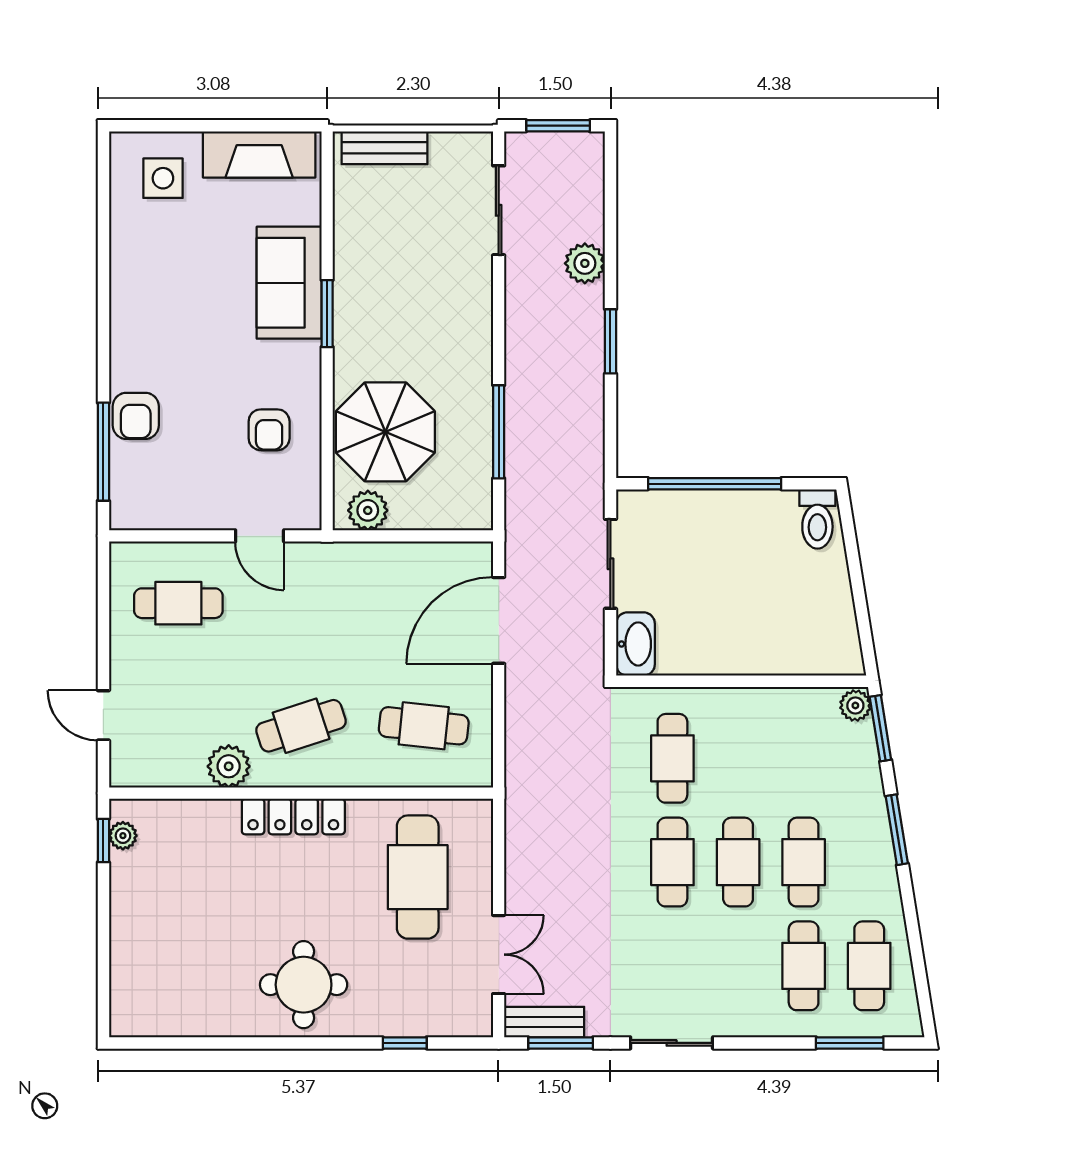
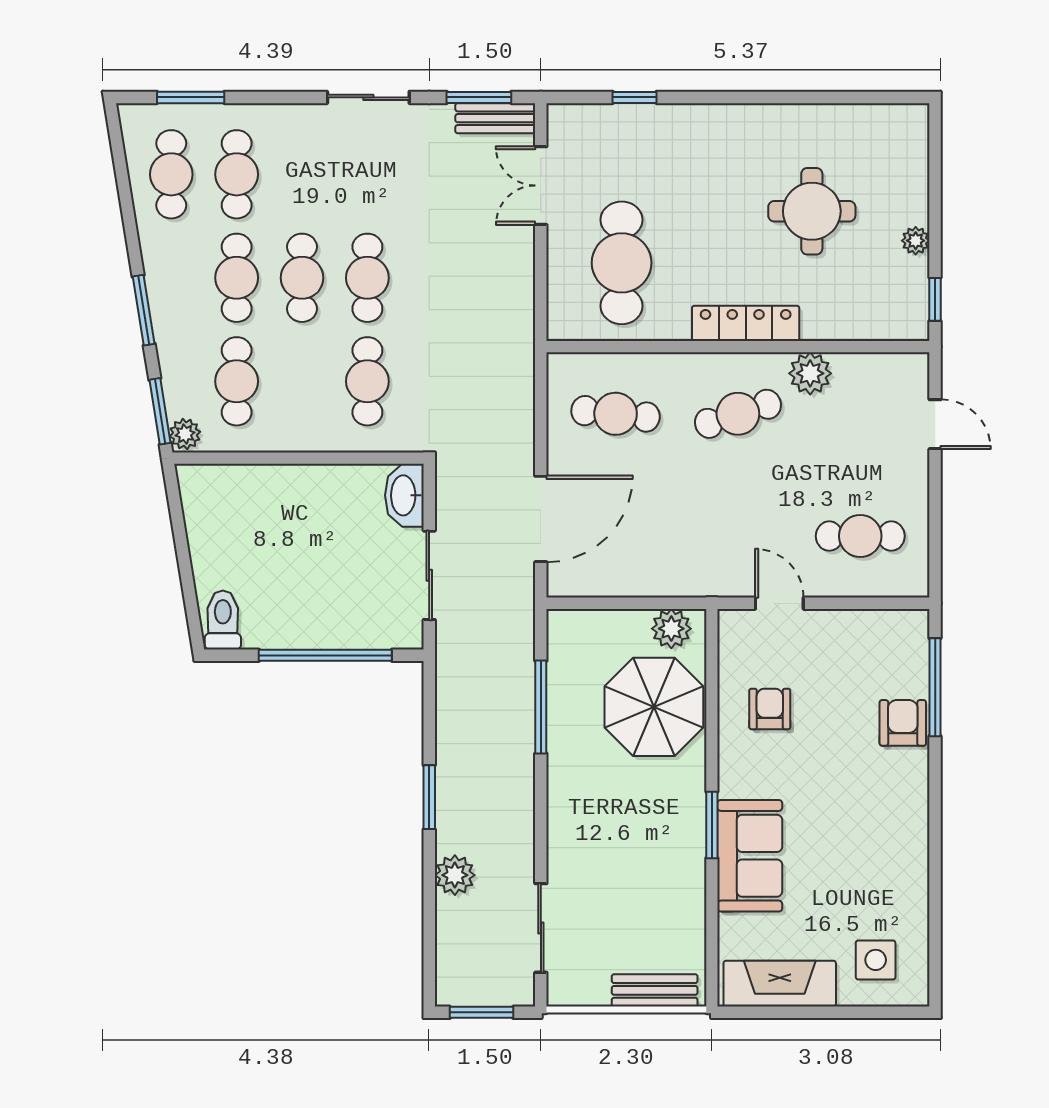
cafe table: (804, 758) -> (237, 381), added
plant: (123, 836) -> (916, 241), moved
round table: (304, 985) -> (812, 211), moved

